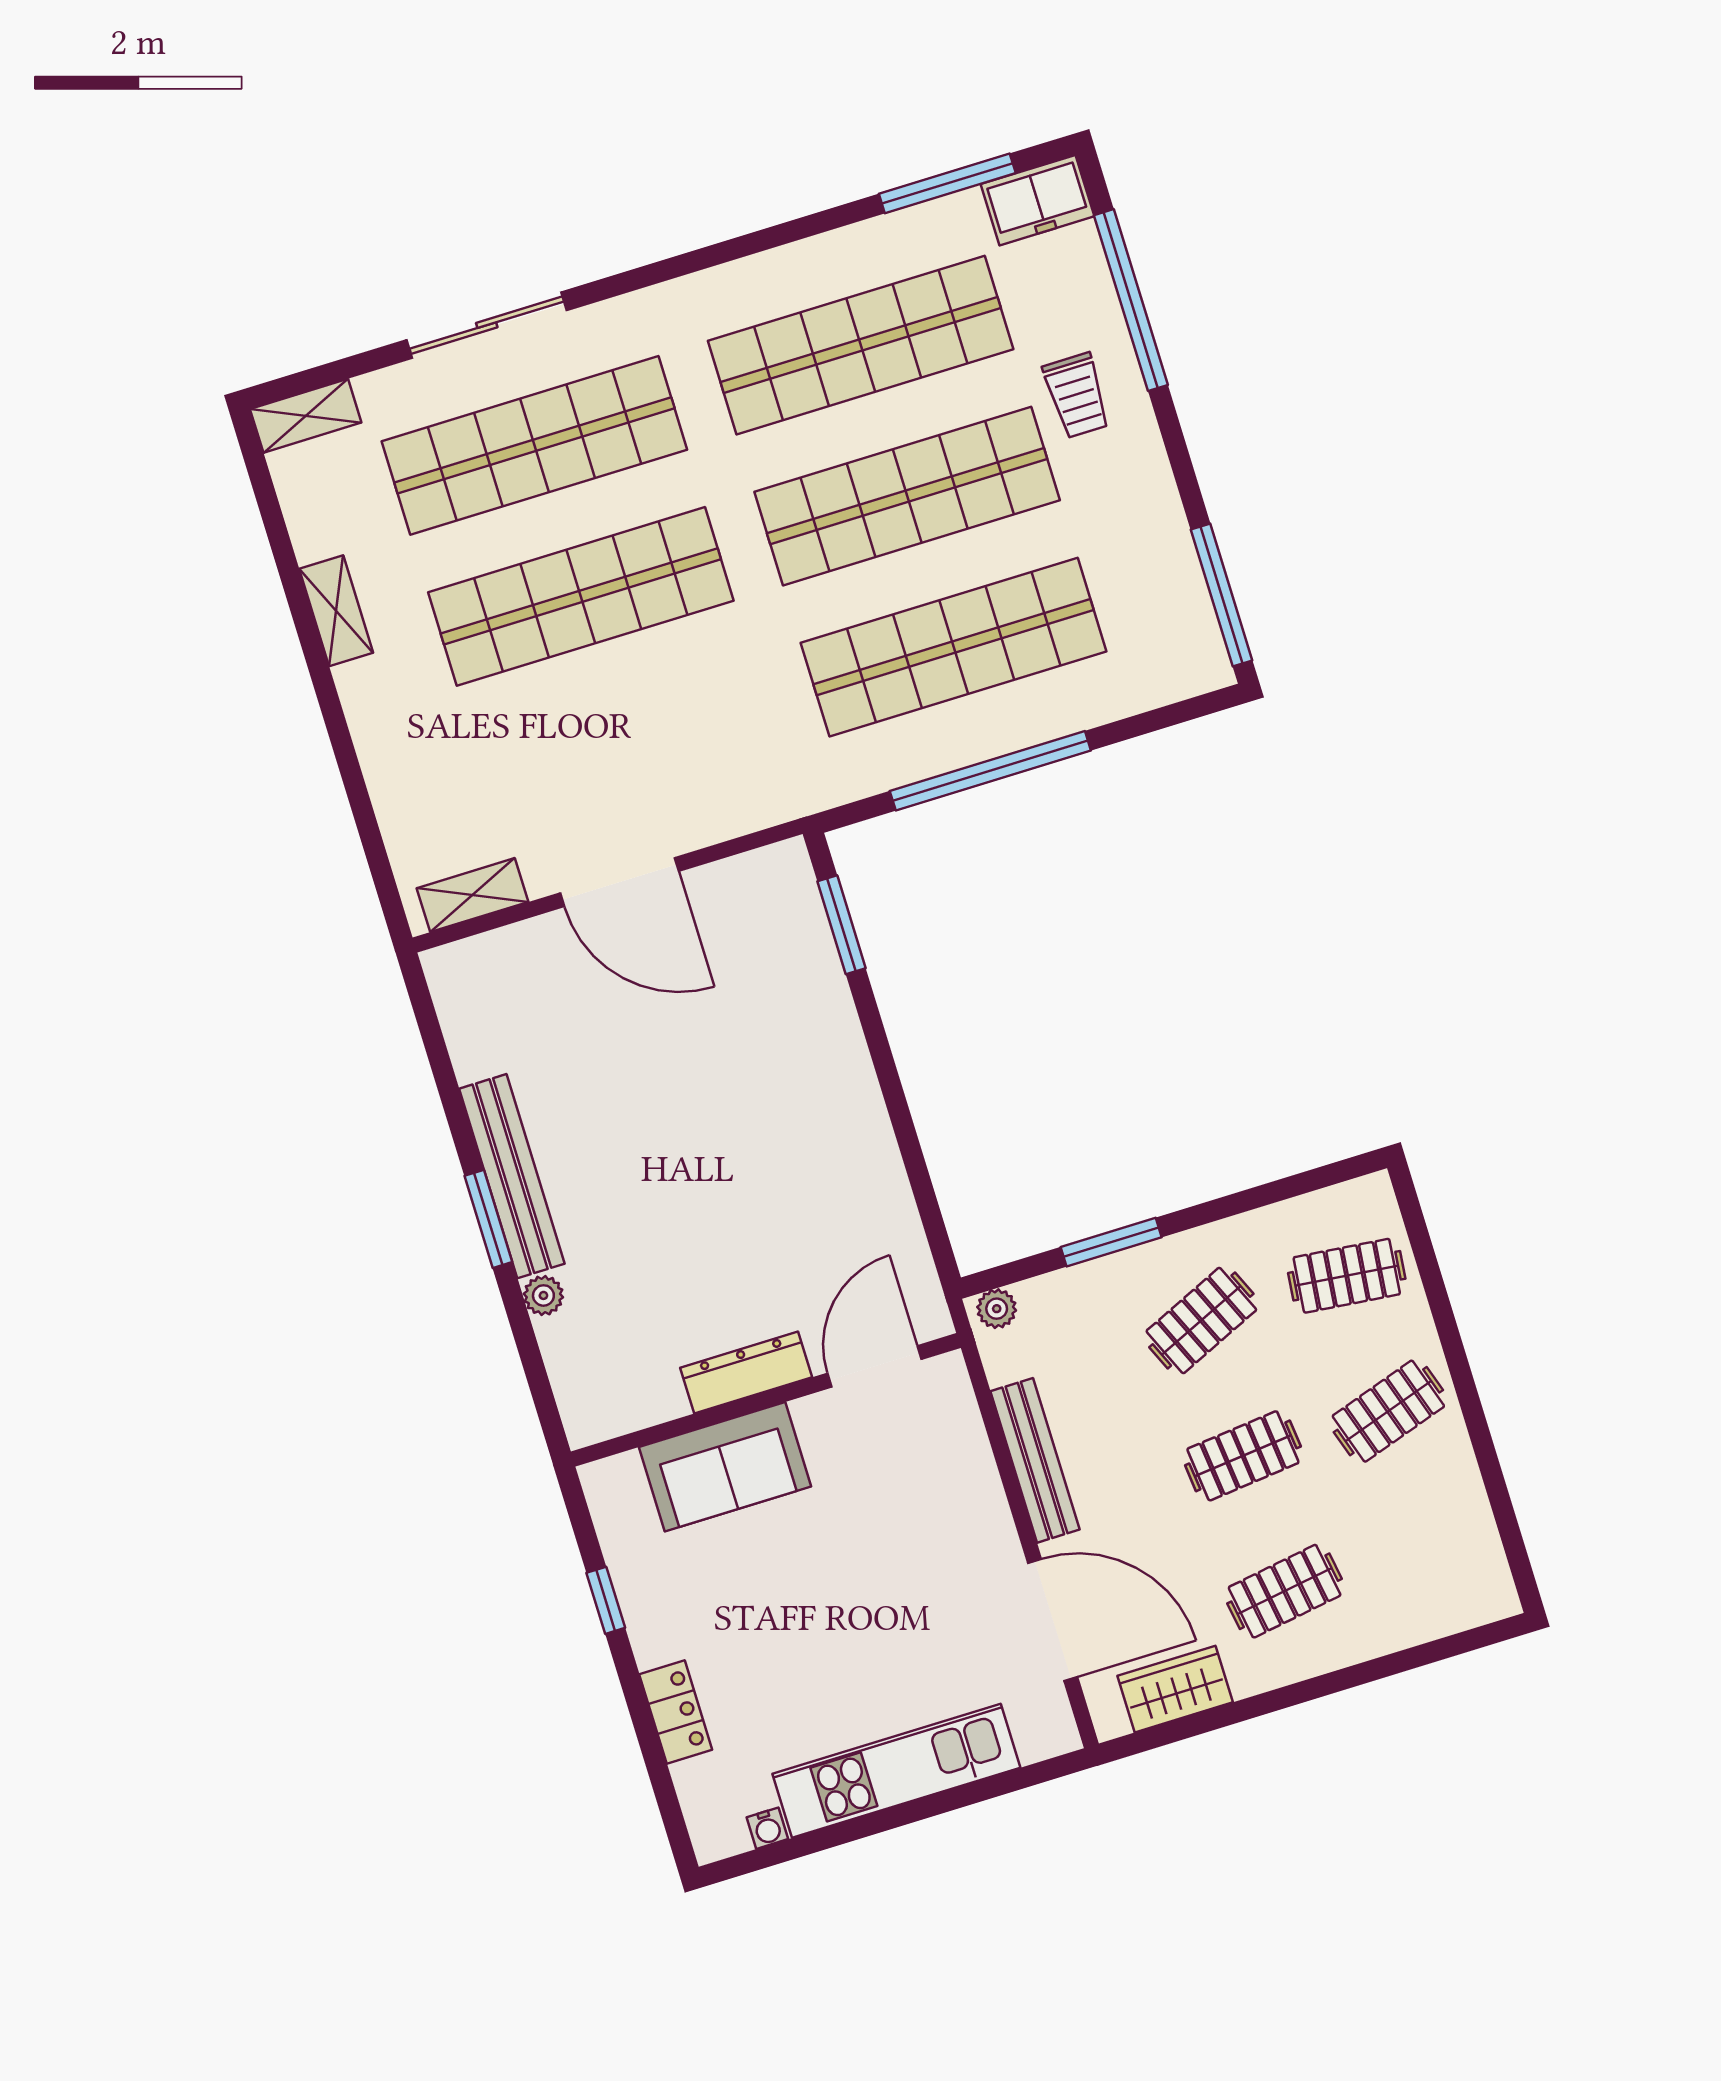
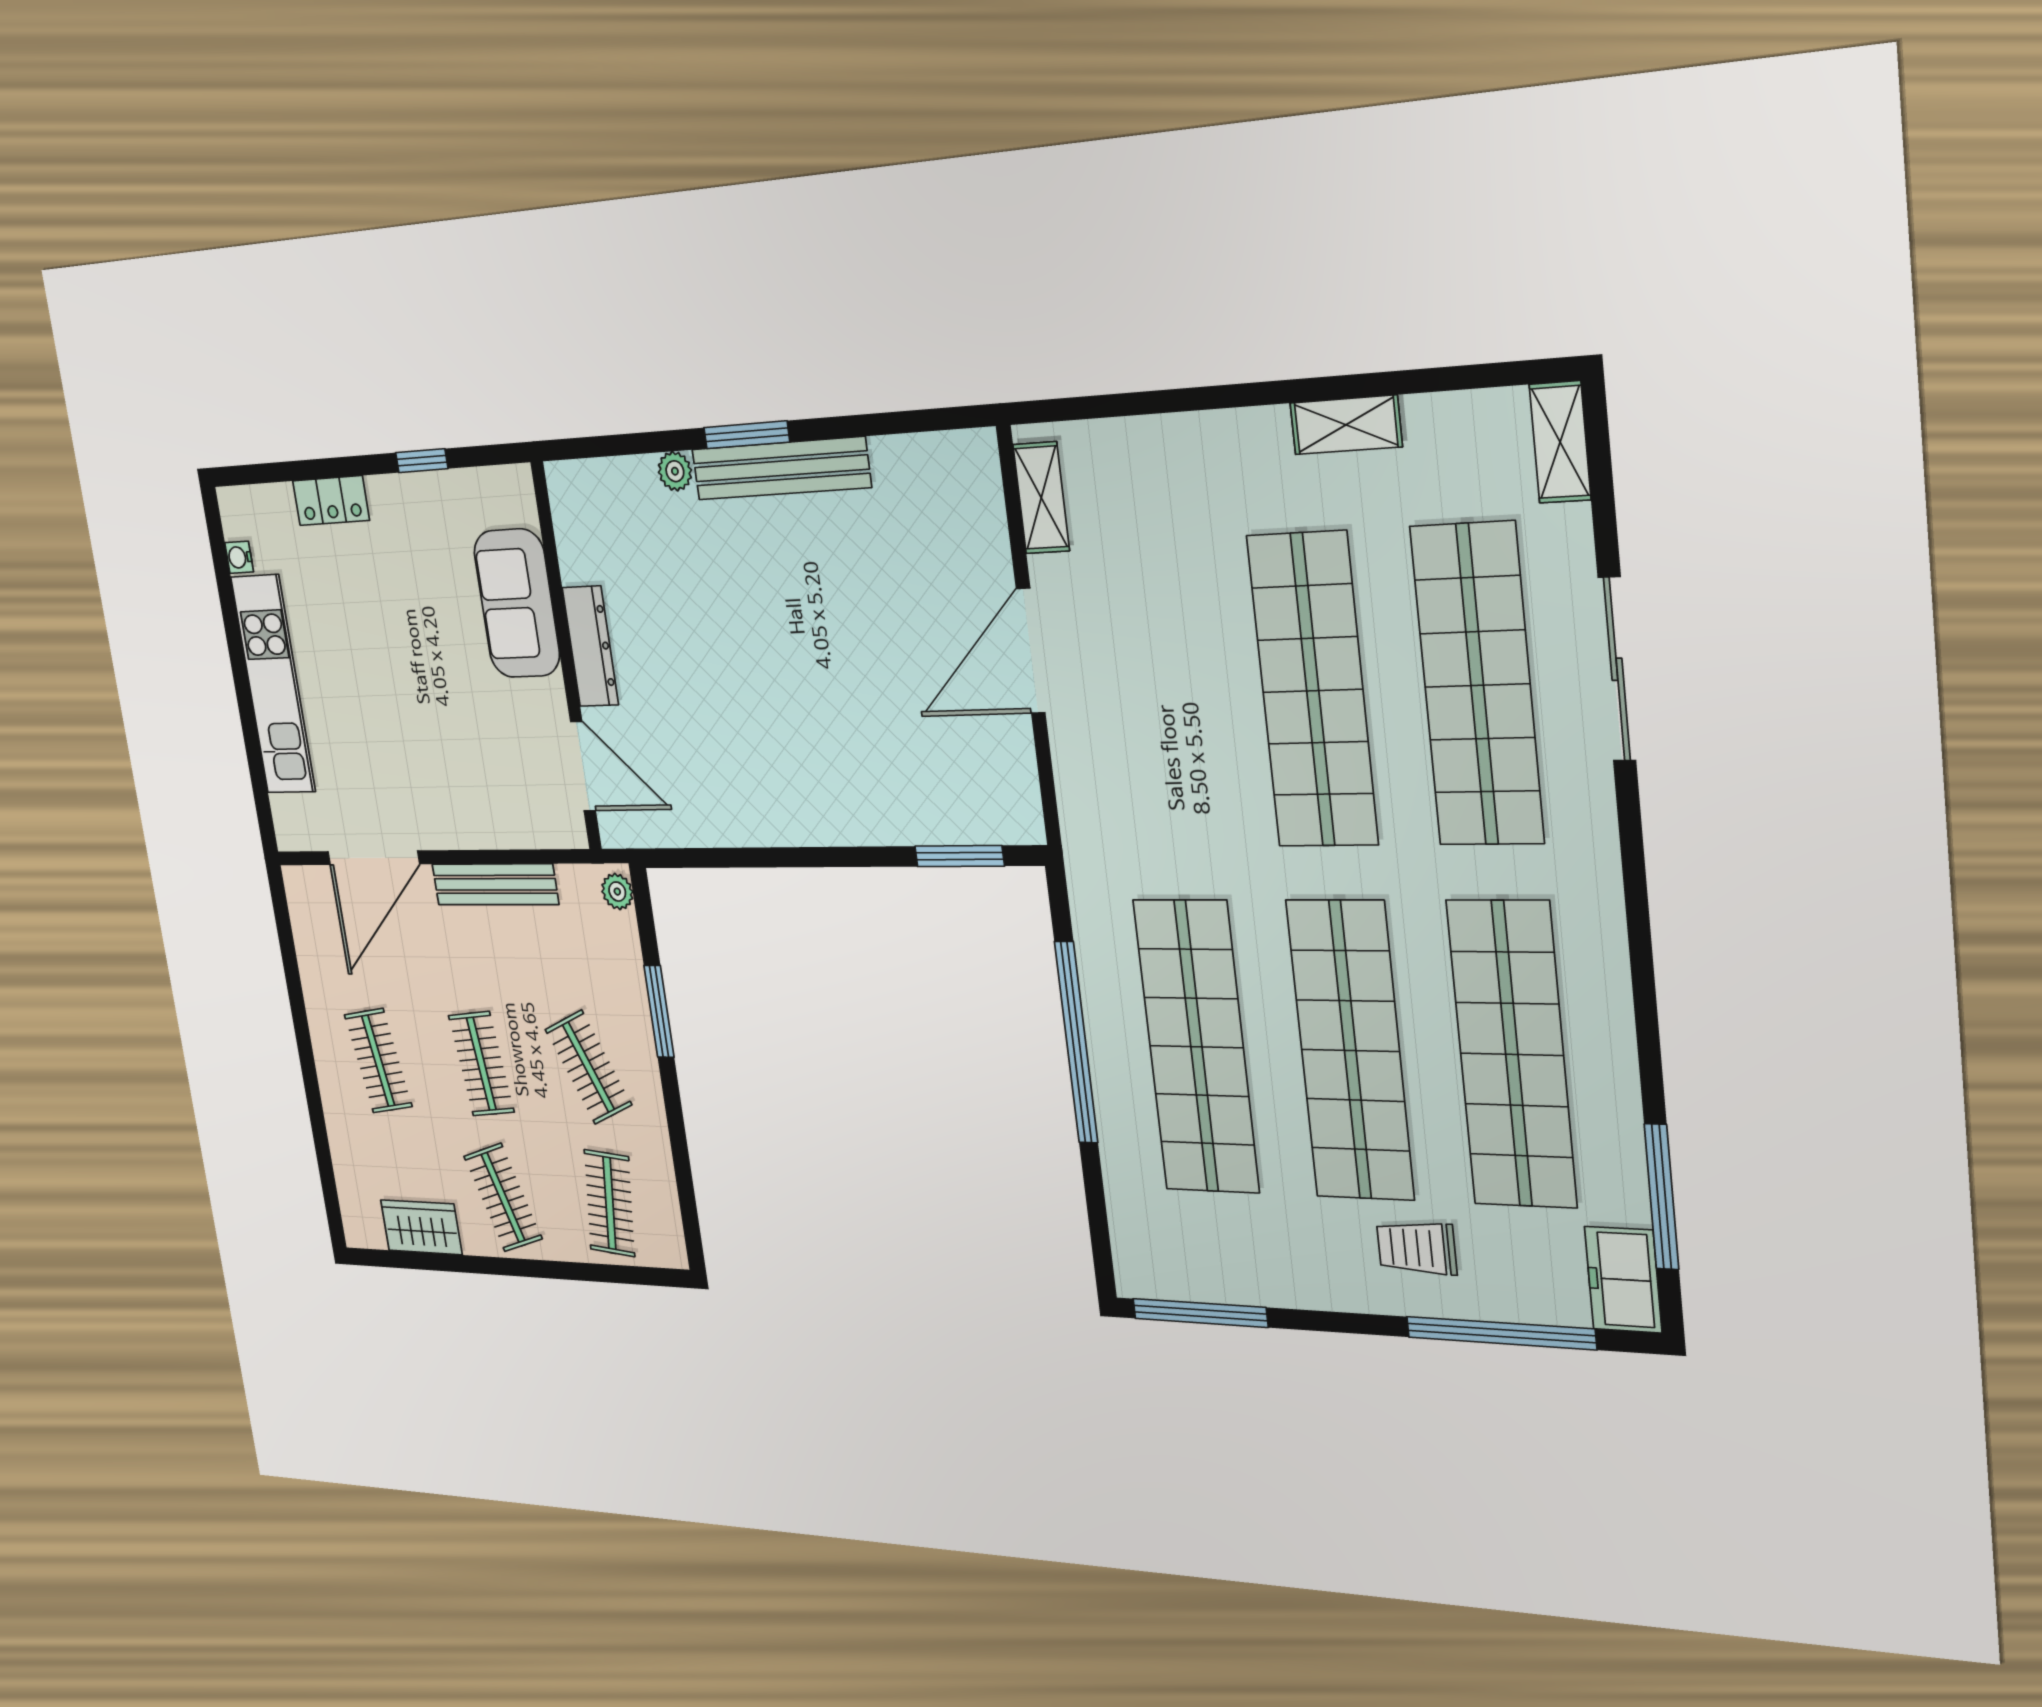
wardrobe: (1175, 1689) -> (421, 1227), moved, turned -90

